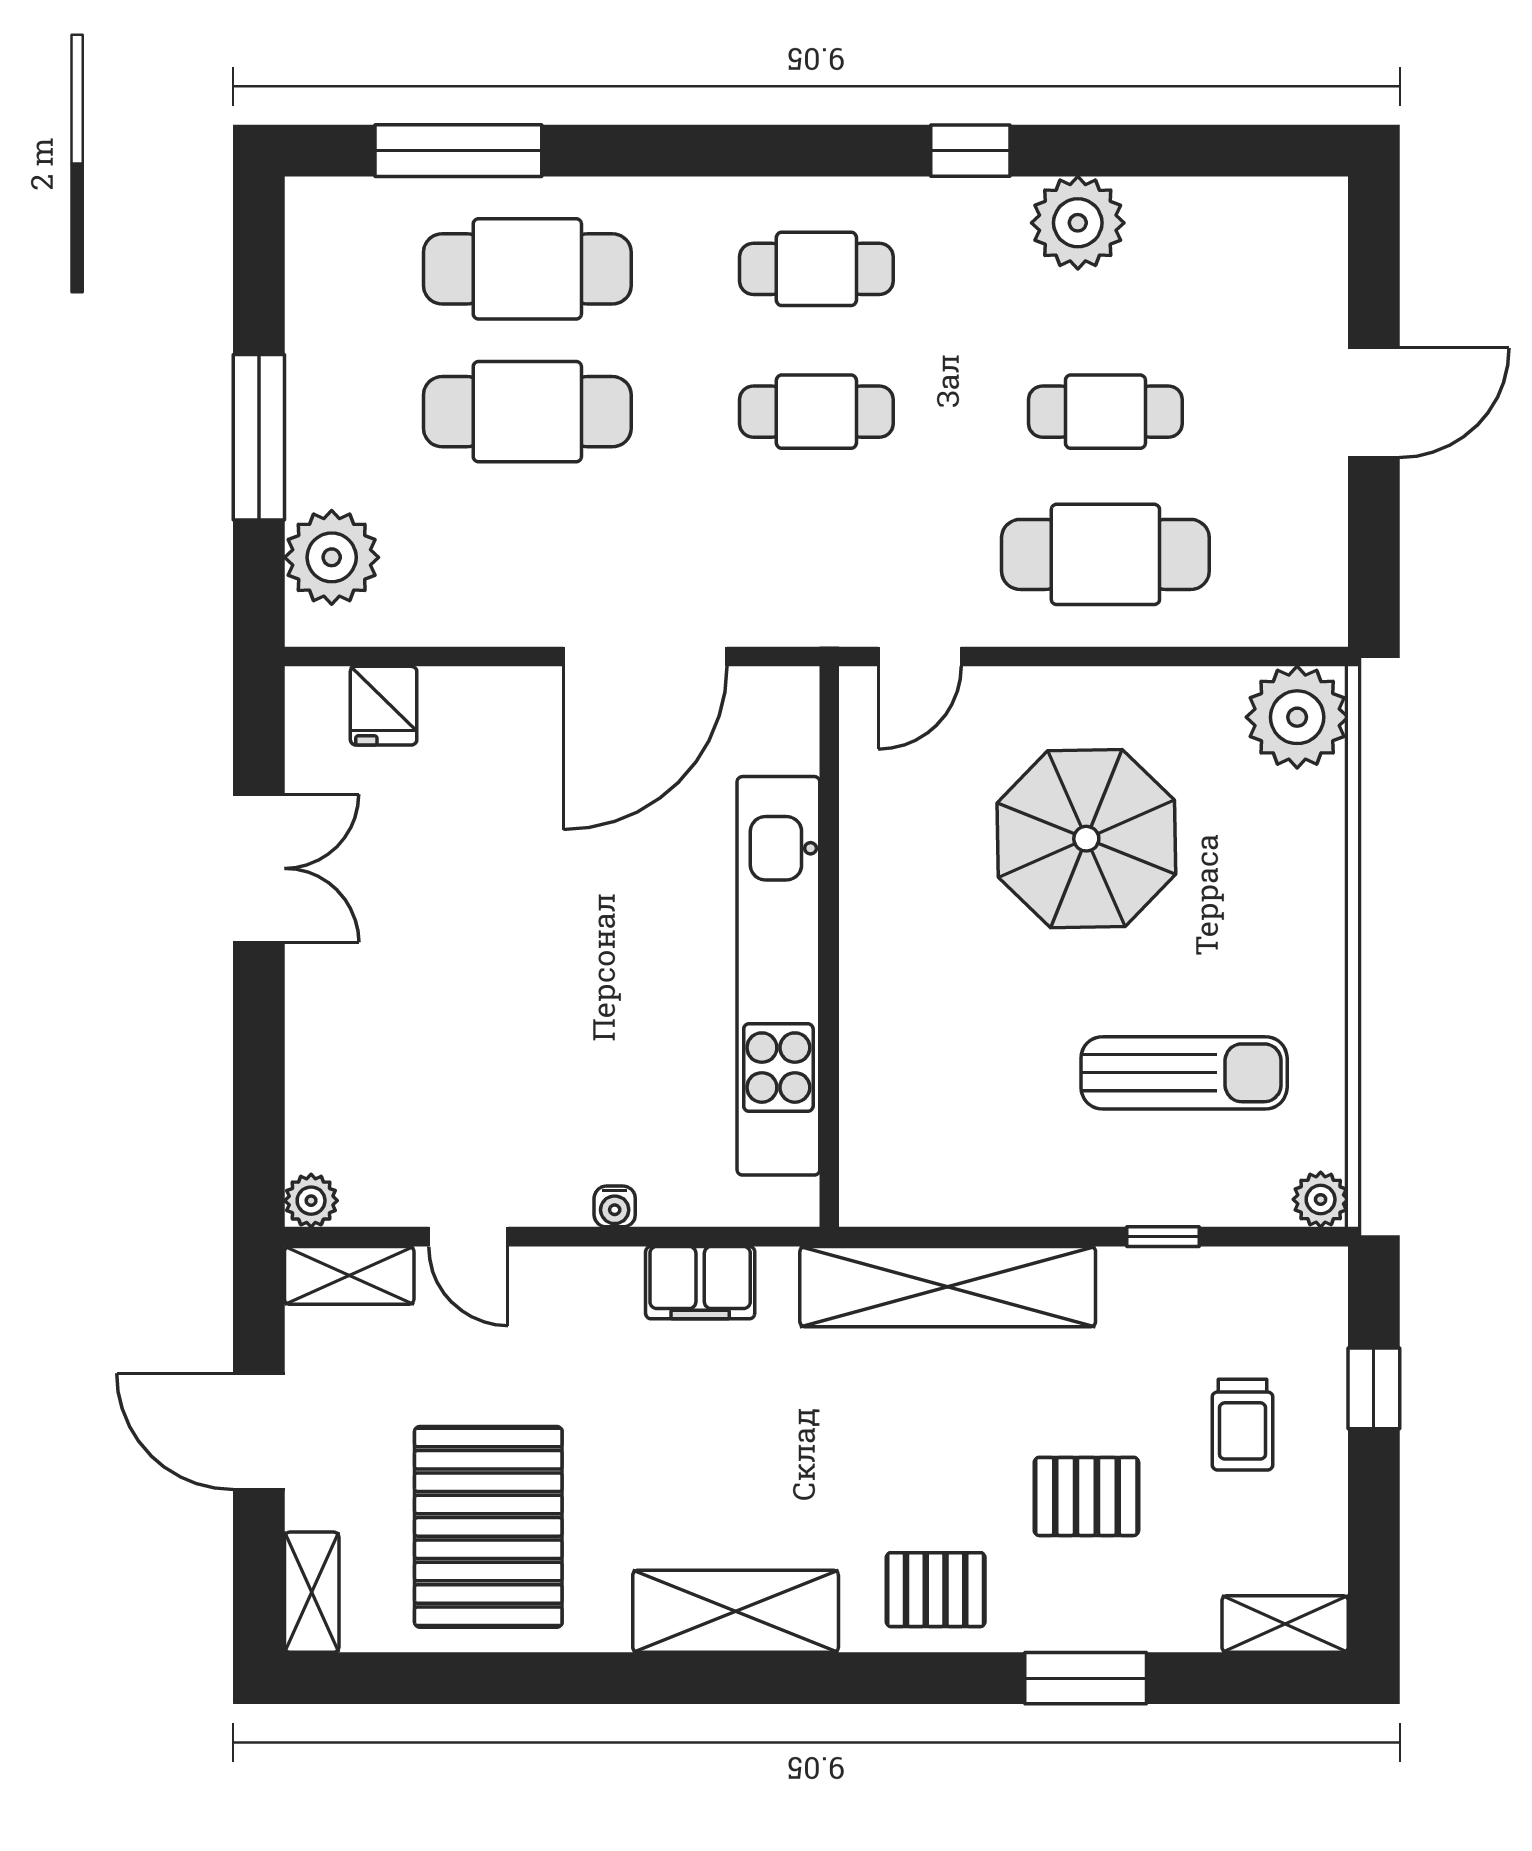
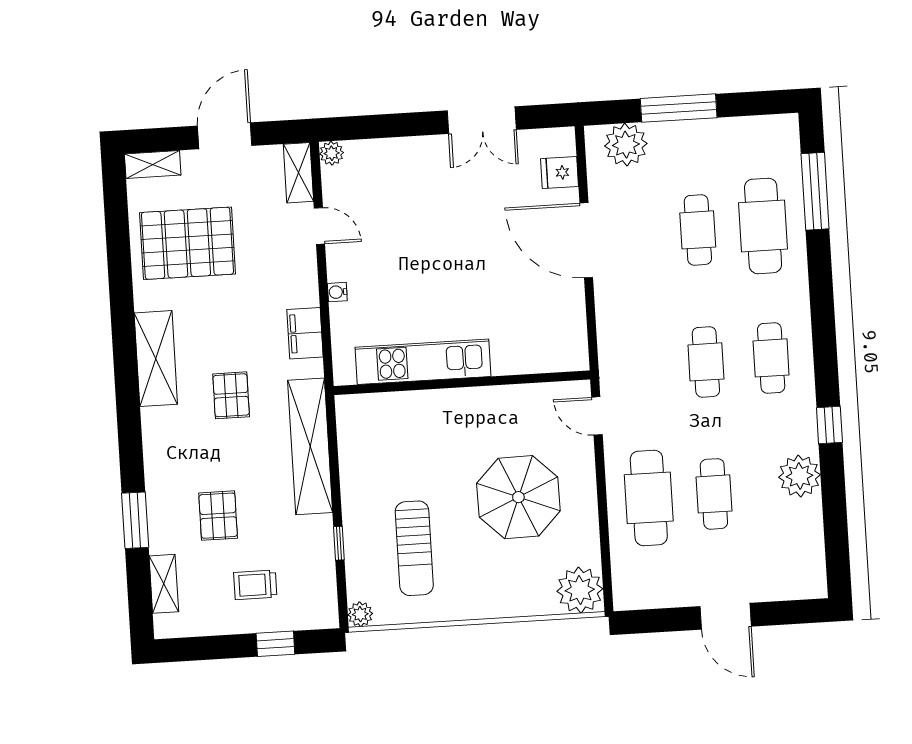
cafe table: (527, 412) -> (698, 230), width x0.73, depth x0.74
door: (645, 657) -> (586, 240), moved
kitchen unit: (778, 976) -> (423, 362), width x0.73
door: (468, 1237) -> (319, 226), swing flipped
pallet: (936, 1590) -> (231, 395), moved
shelving: (1285, 1624) -> (164, 584), moved

